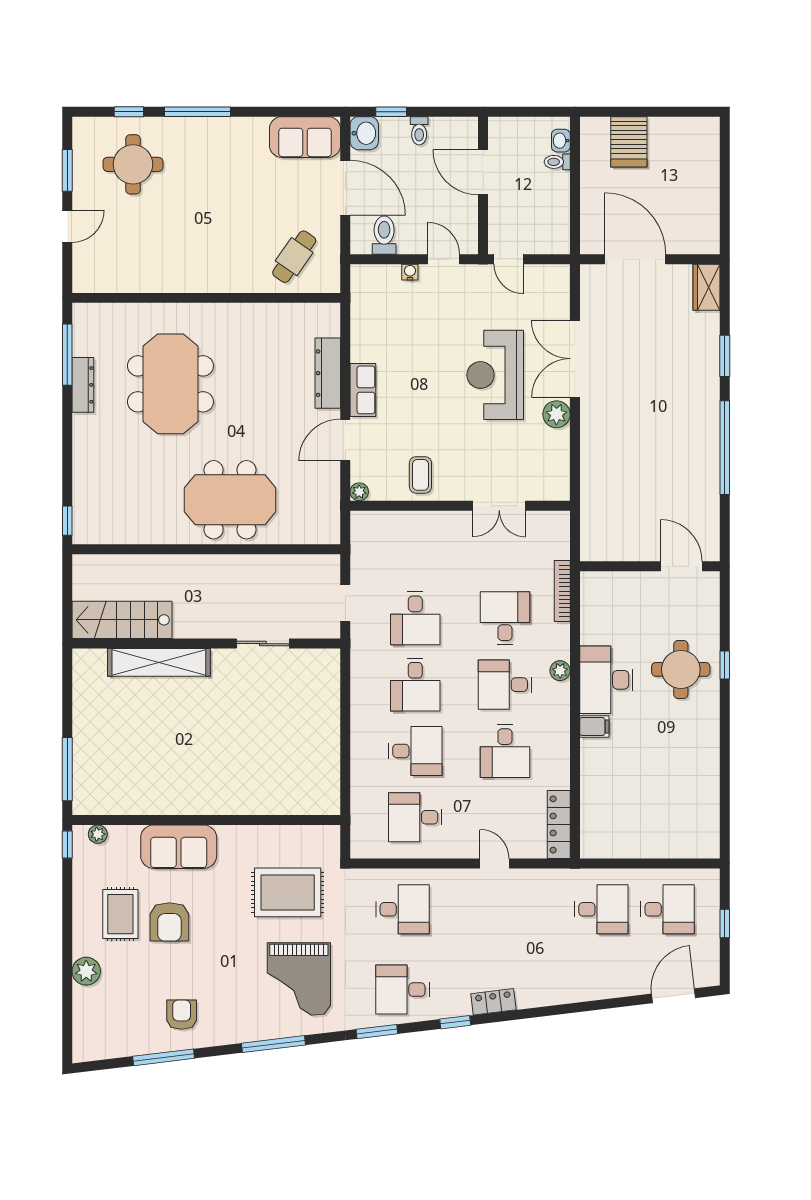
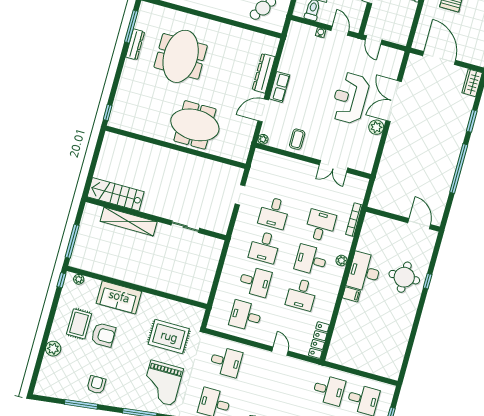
stairs: (122, 620) -> (116, 194), moved
wall: (206, 644) -> (156, 219), moved
sliding door: (263, 644) -> (185, 227), moved
shelving: (159, 662) -> (129, 222), moved
armchair: (169, 922) -> (103, 335), turned -90

